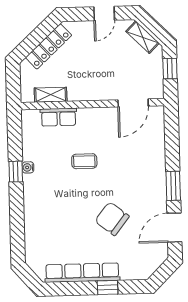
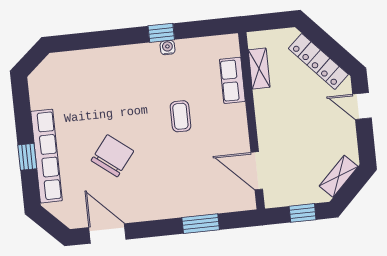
door: (104, 14) -> (362, 106), moved
window: (173, 186) -> (201, 224), moved
row of seats: (82, 273) -> (46, 156), moved

